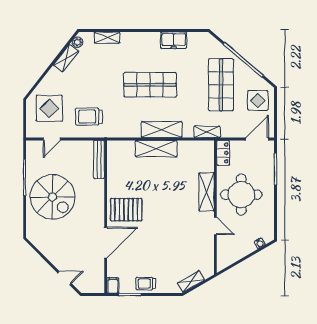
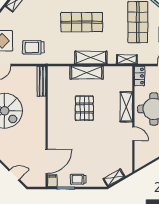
pallet: (126, 210) -> (84, 108), moved, turned 90
door: (106, 243) -> (47, 161), moved

